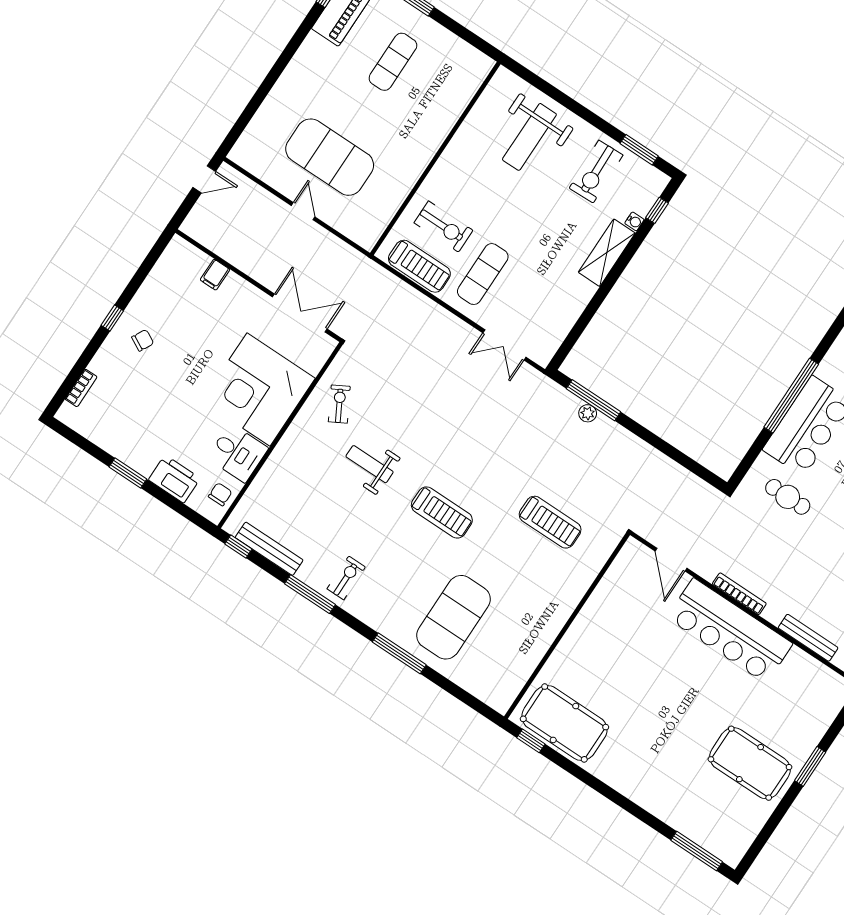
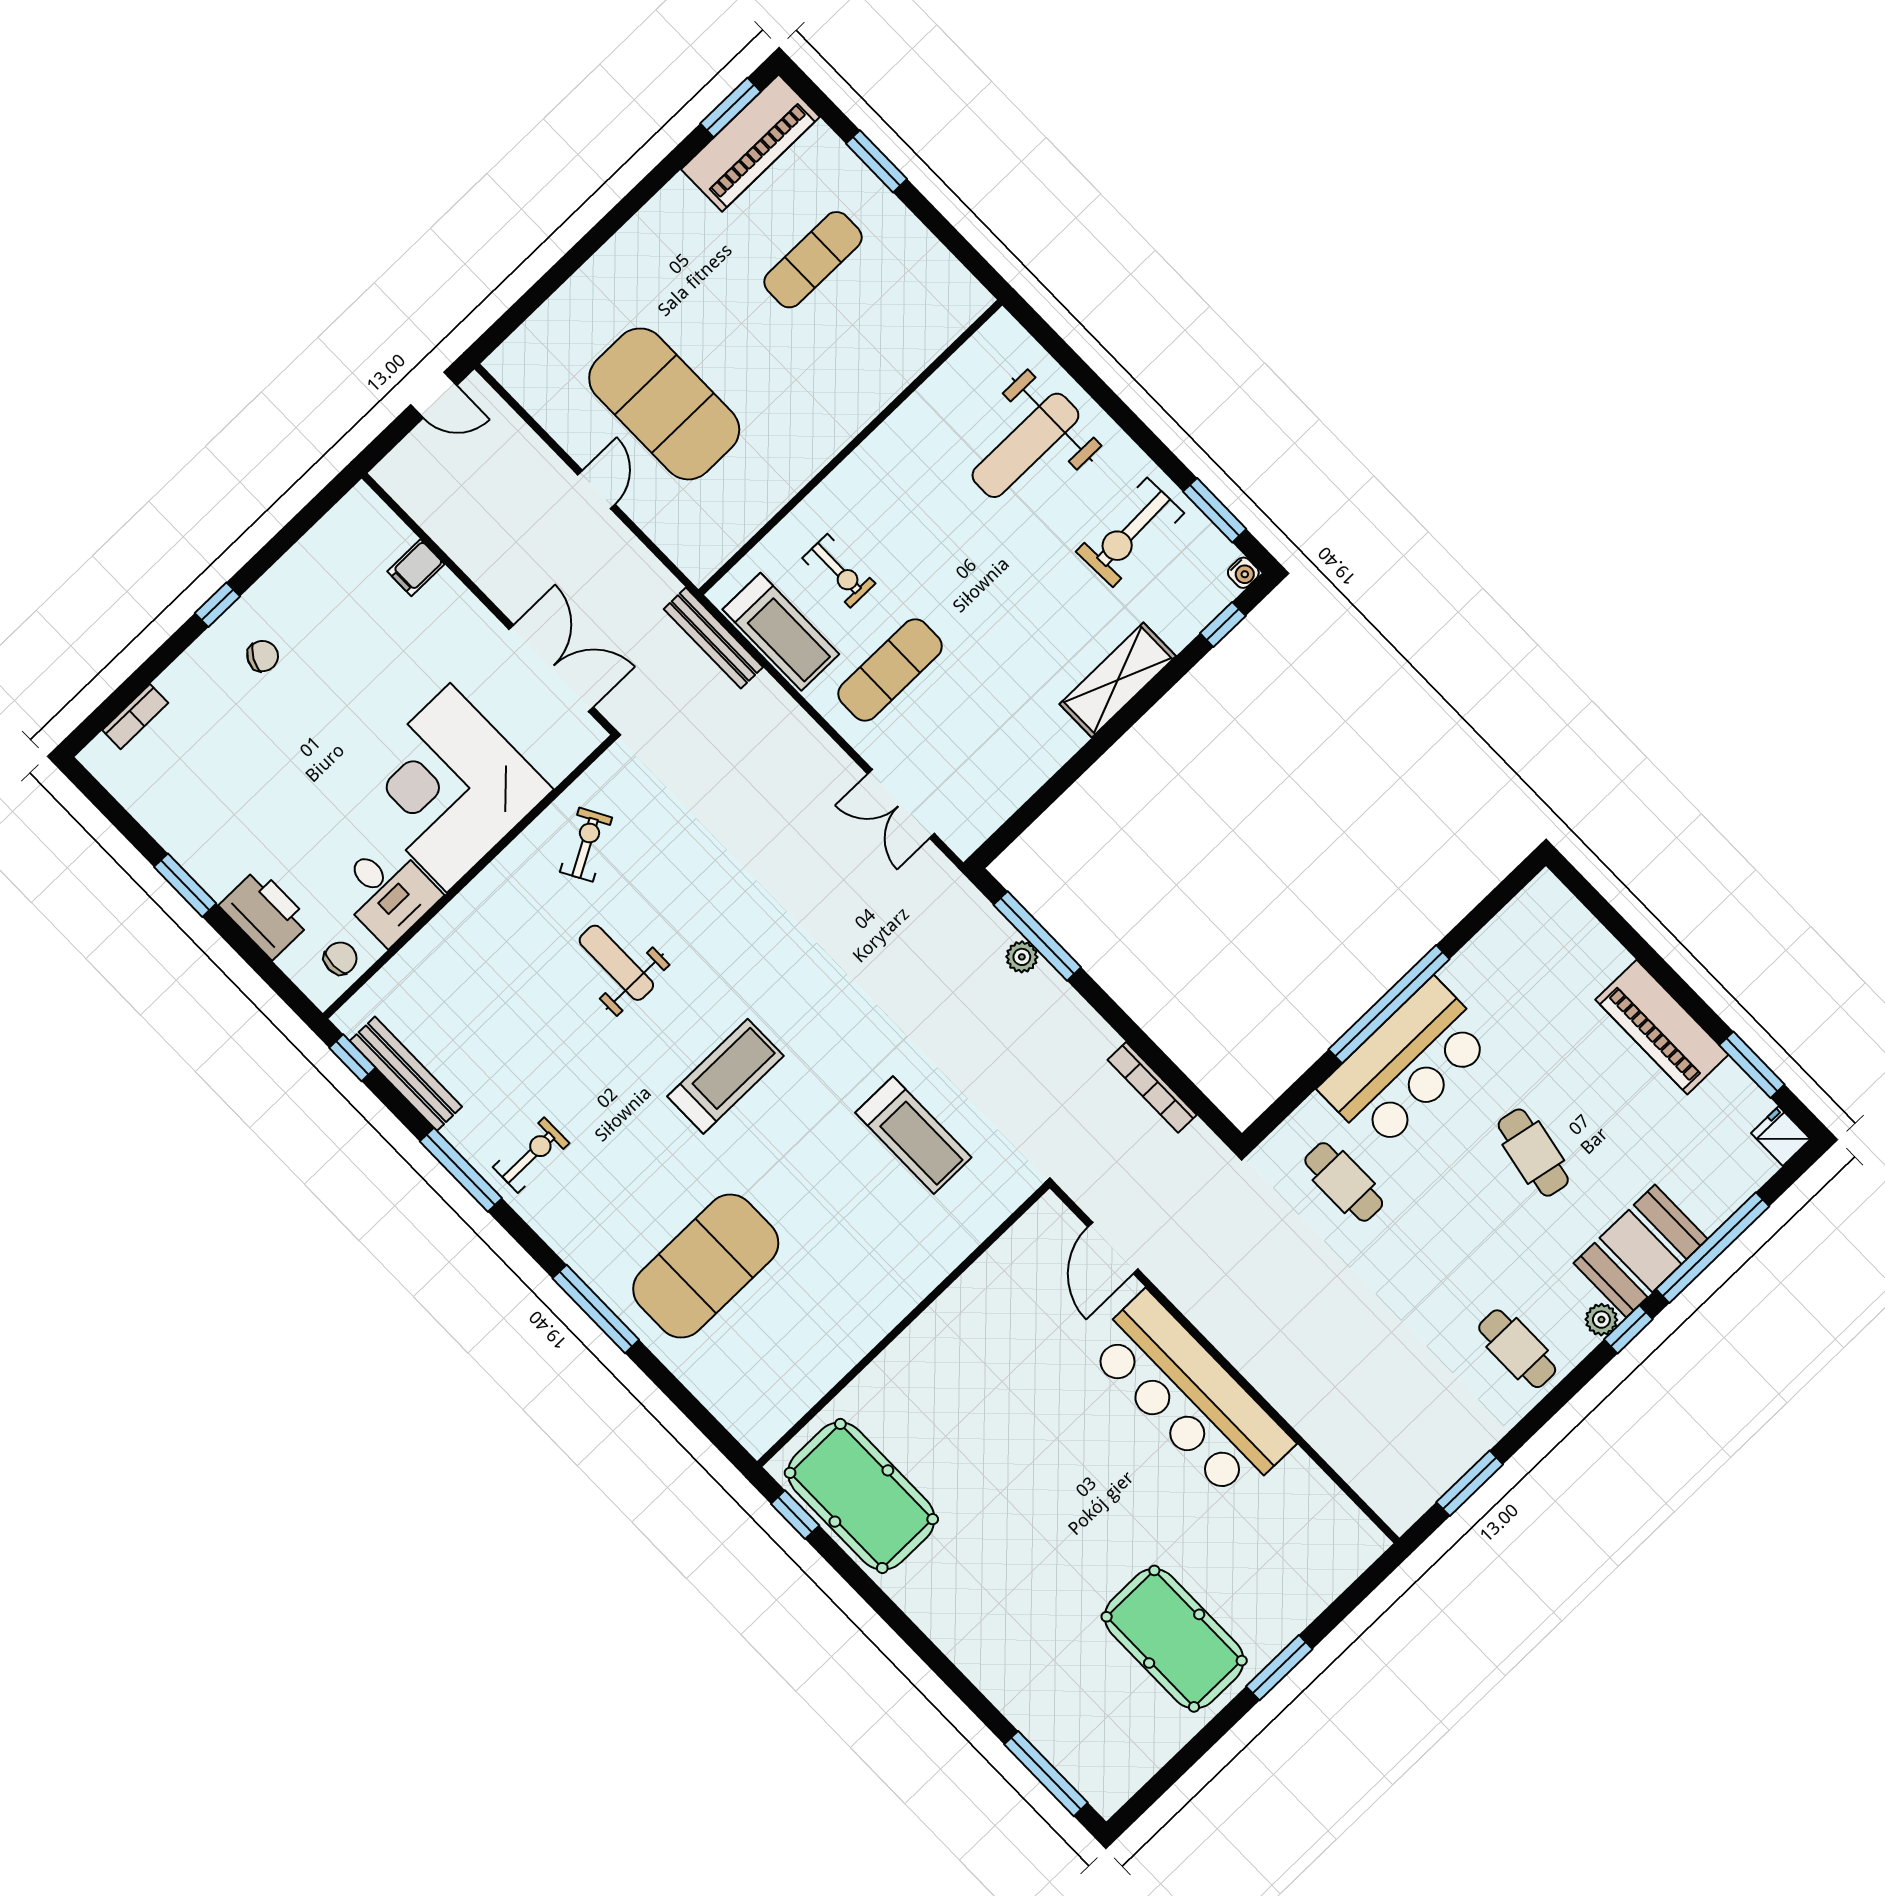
water cooler: (634, 221) -> (1243, 573), moved
exercise bike: (444, 227) -> (839, 571), width x0.73, depth x0.72
treadmill: (442, 512) -> (726, 1076), turned -90
bookcase: (739, 594) -> (1152, 1087), moved, turned 180
bench: (808, 638) -> (713, 638), moved

